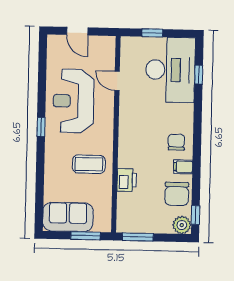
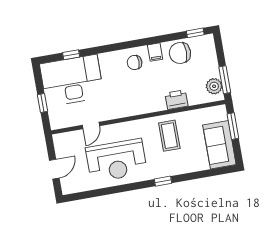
window: (41, 127) -> (163, 181), moved
chair: (177, 194) -> (180, 53), turned 180
plant: (182, 225) -> (214, 86), moved

